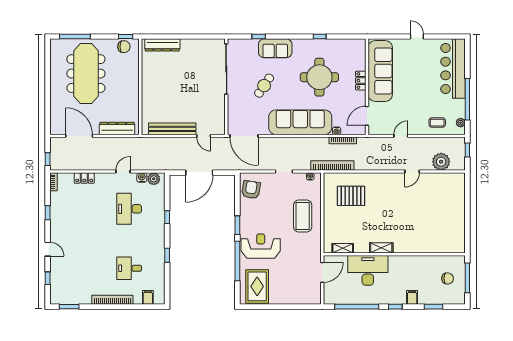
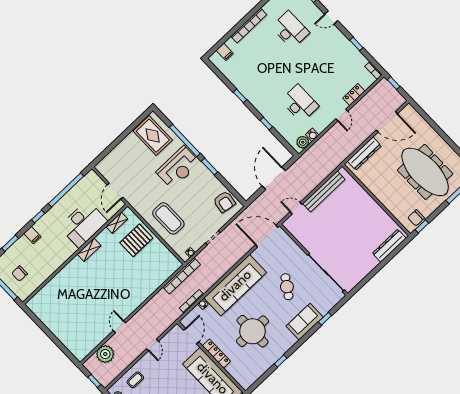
locker: (361, 81) -> (216, 354), width x1.53
door: (123, 172) -> (342, 115), moved
pallet: (351, 196) -> (136, 240), moved
desk: (129, 268) -> (290, 30), moved, width x1.37

